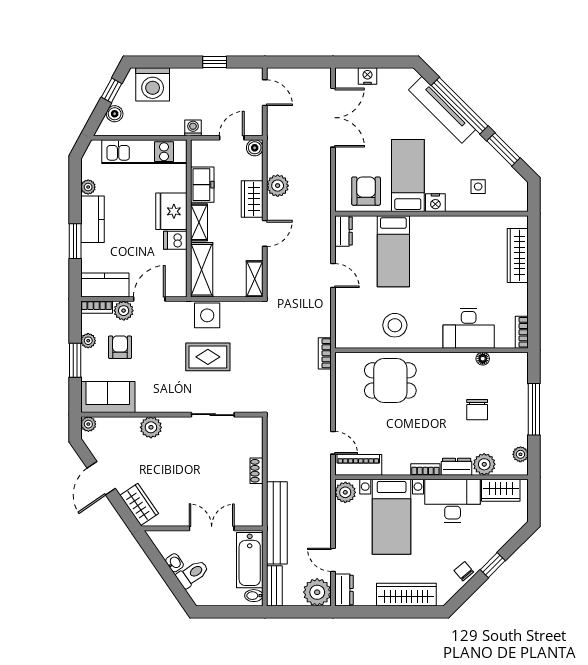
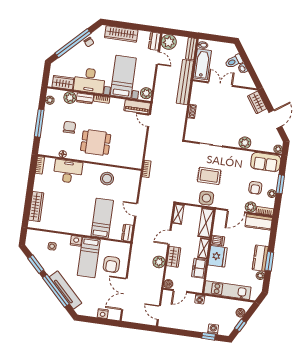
window: (215, 62) -> (209, 336), moved
washing machine: (153, 84) -> (213, 329), width x0.53, depth x0.53
armchair: (366, 191) -> (111, 264), moved
window: (75, 241) -> (269, 261), moved
dining table: (390, 380) -> (96, 143), moved
double door: (212, 528) -> (220, 84), swing flipped
window: (493, 565) -> (73, 43), width x3.17

